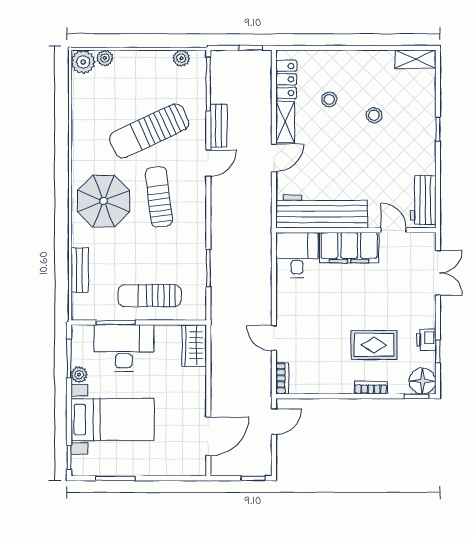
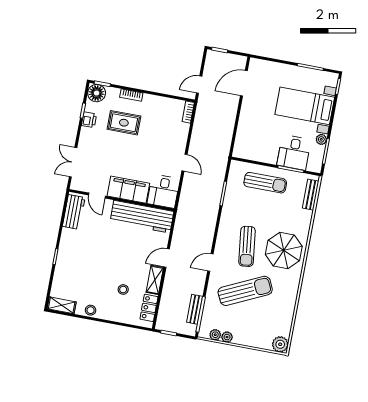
plant: (105, 58) -> (227, 337), moved
stool: (374, 115) -> (91, 310), moved
bench: (219, 125) -> (195, 309), moved
bench: (80, 270) -> (311, 195), moved
door: (274, 338) -> (184, 163), moved
wardrobe: (194, 345) -> (242, 144), removed
desk: (124, 348) -> (294, 152), width x0.73

